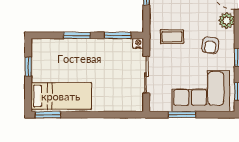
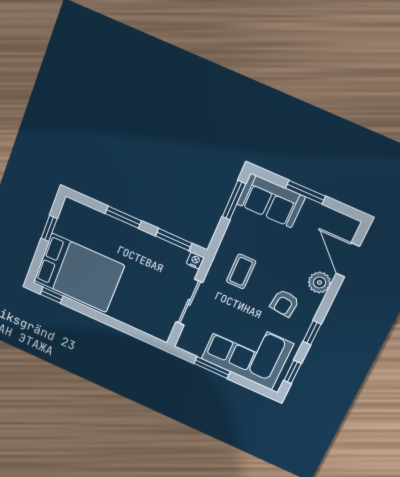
coffee table: (172, 37) -> (241, 271), turned 90
bed: (61, 96) -> (79, 273), width x1.50
window: (48, 115) -> (52, 295), width x0.67

